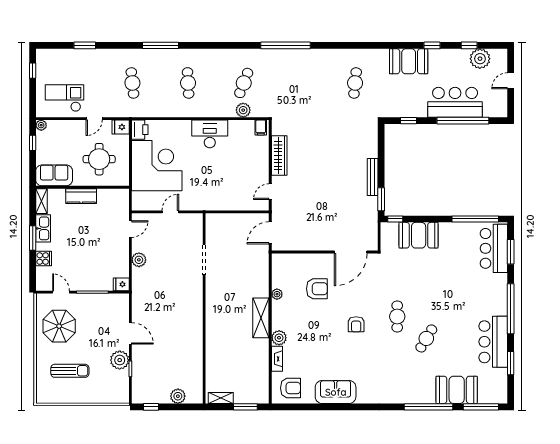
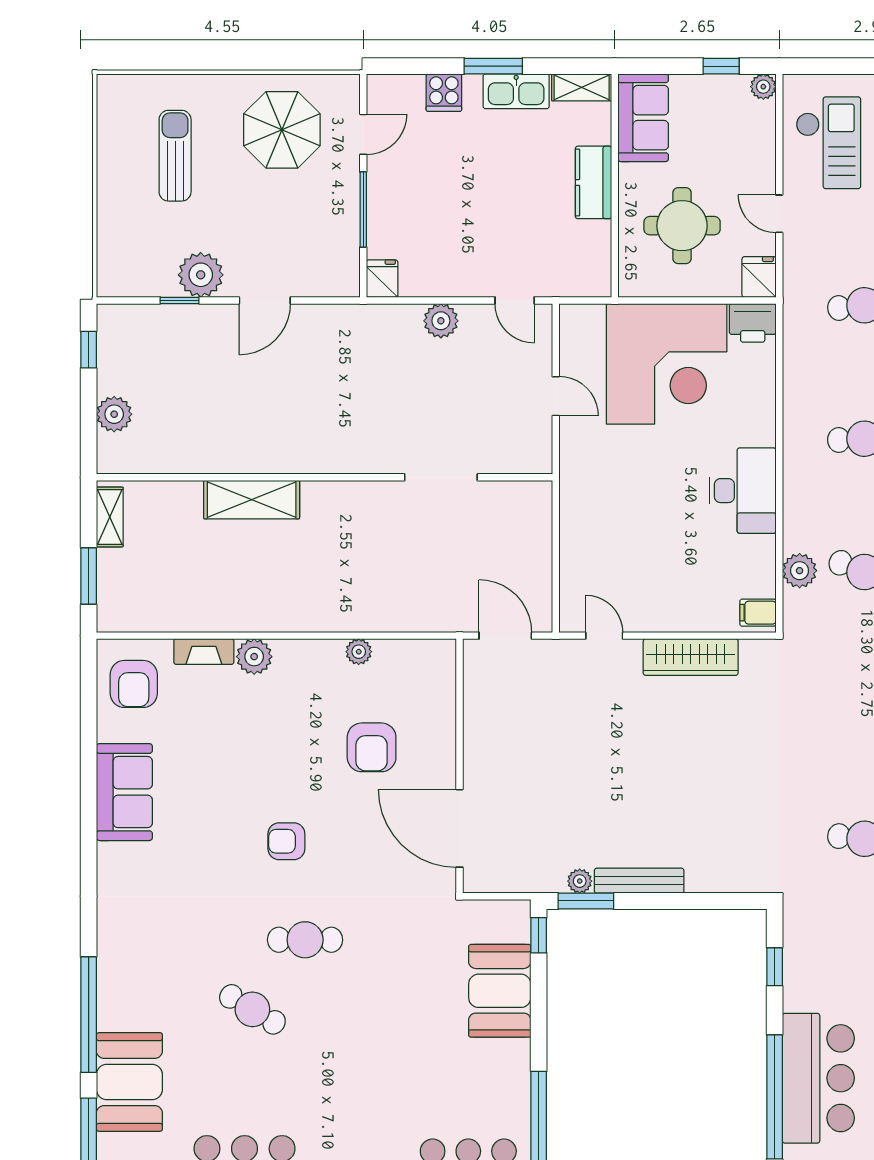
plant: (373, 202) -> (580, 881), added
shelving: (261, 318) -> (252, 500), moved
sun lounger: (70, 371) -> (175, 156), turned 180

